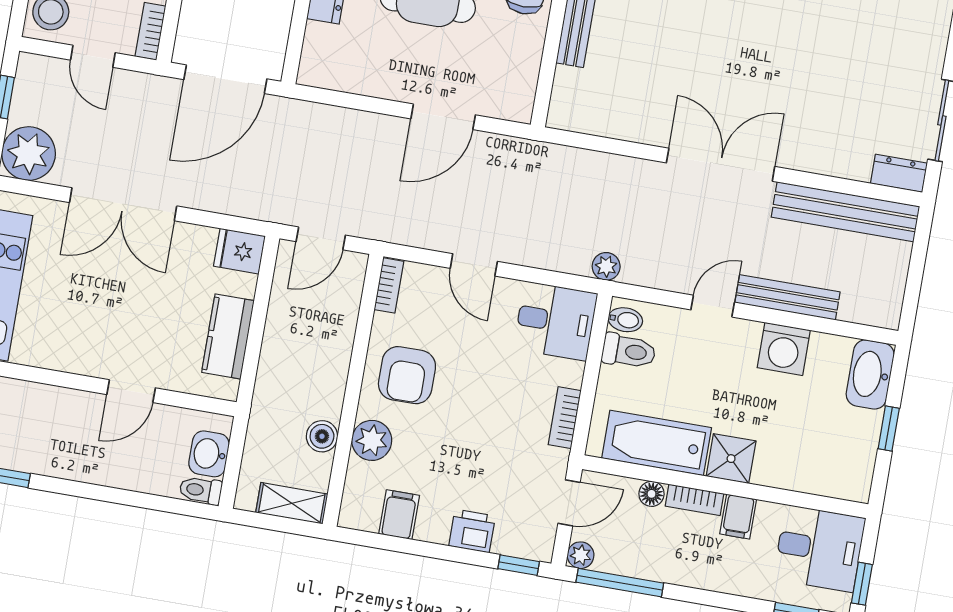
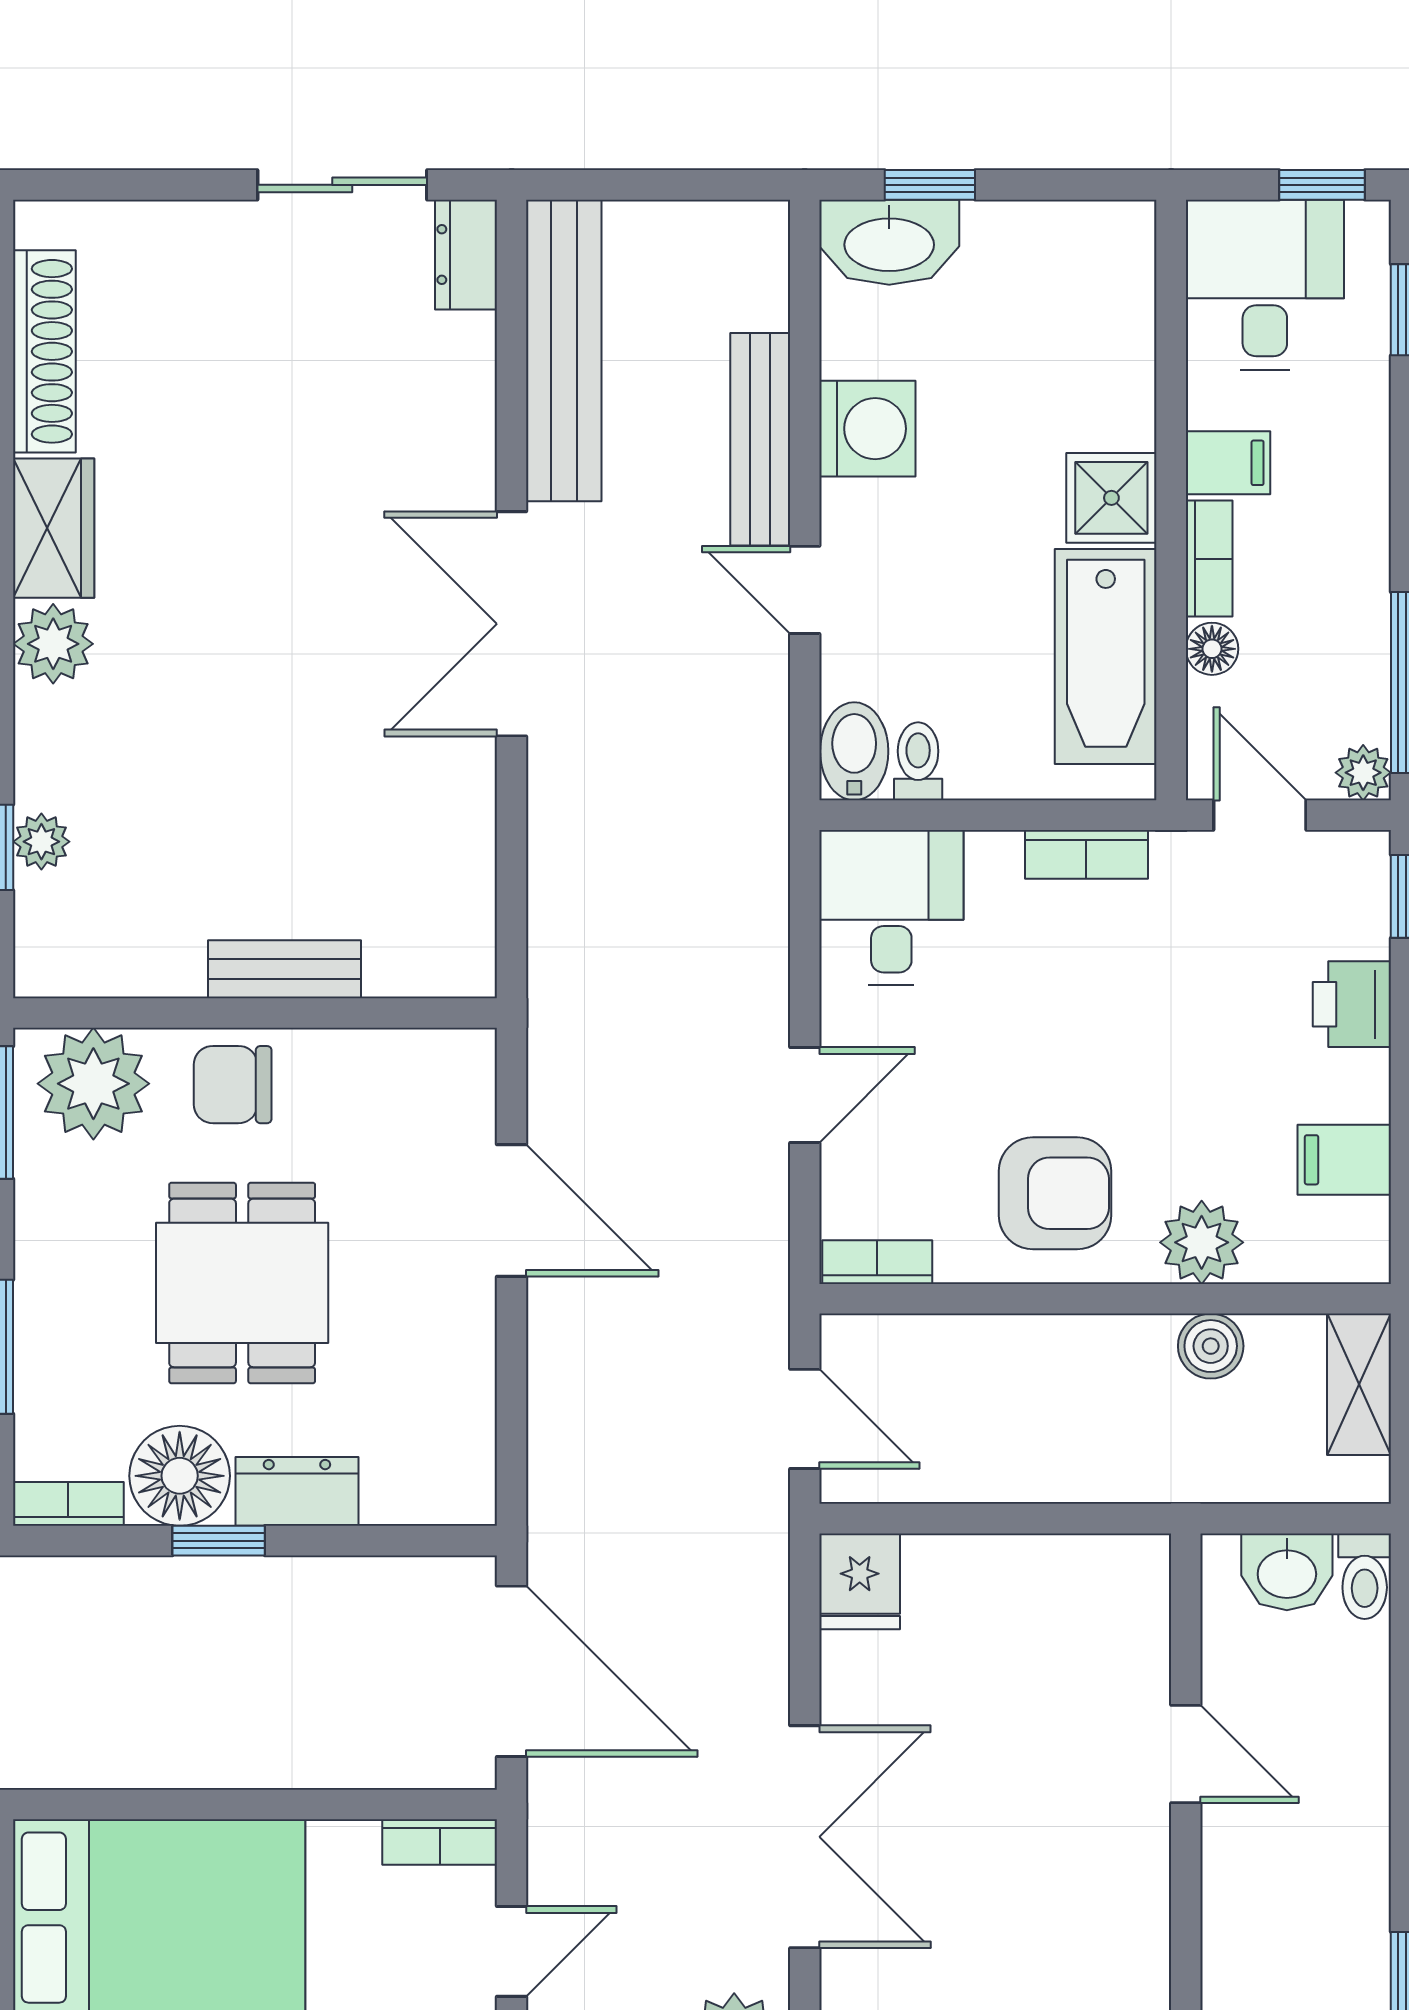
plant: (606, 266) -> (761, 823), removed
bidet: (625, 320) -> (854, 751), width x1.38, depth x1.36
kitchen counter: (228, 336) -> (1039, 1575), removed
toilet: (629, 351) -> (918, 761), width x0.73, depth x0.72
window: (889, 429) -> (930, 185), moved

